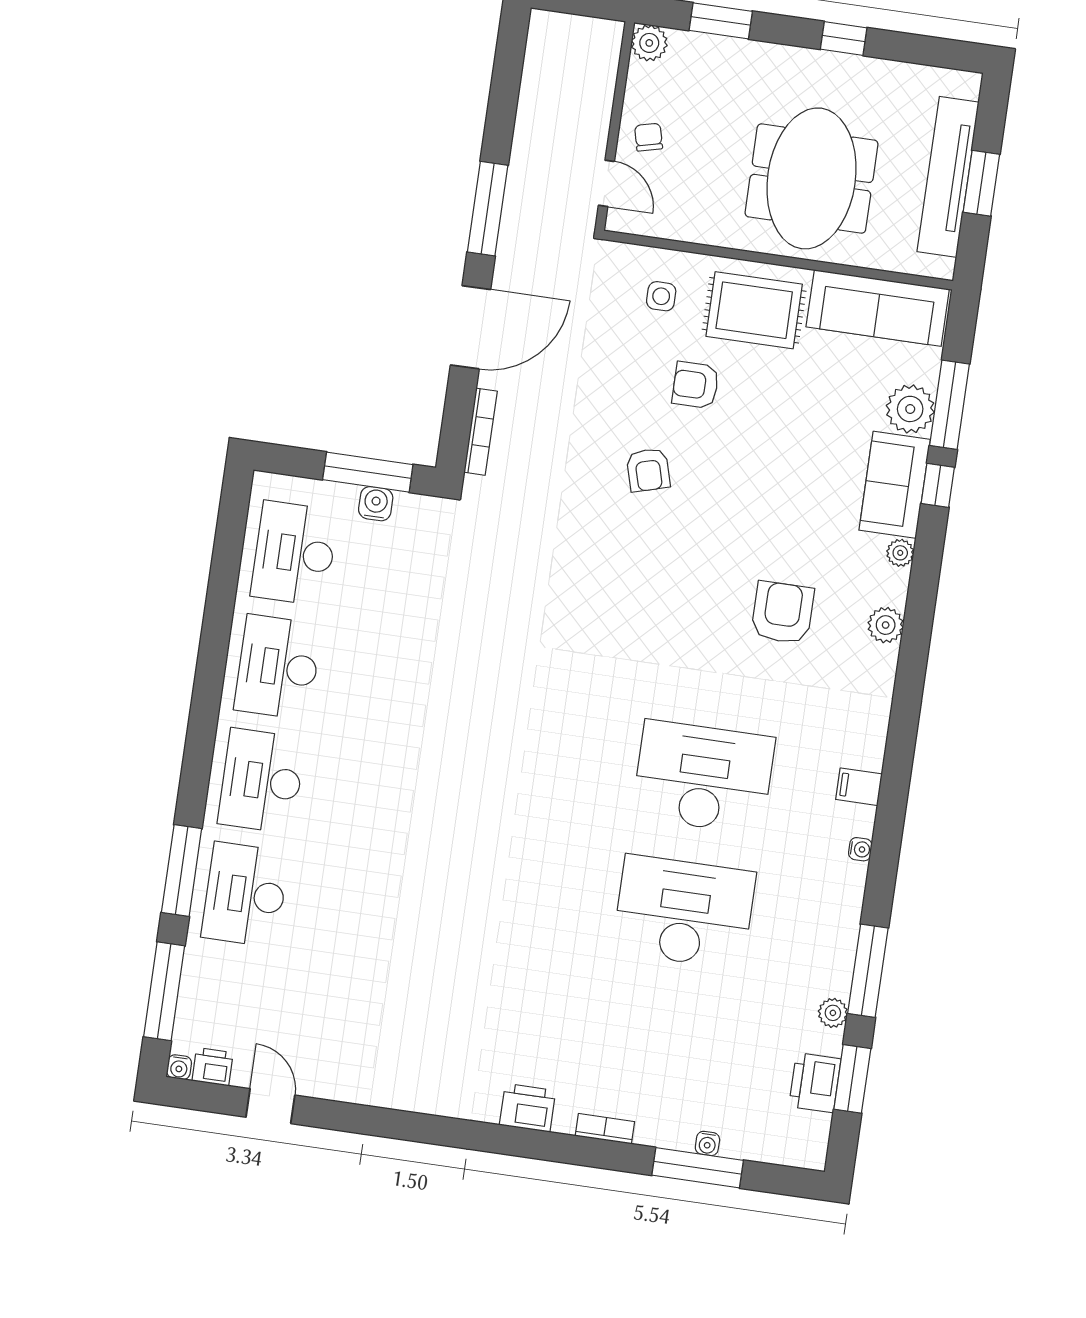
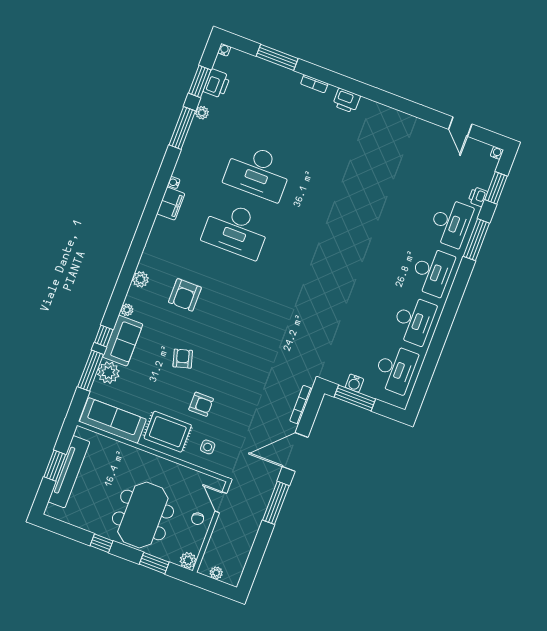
plant: (583, 29) -> (216, 573), added
meeting table: (811, 178) -> (143, 515), moved
armchair: (648, 470) -> (183, 359), moved
filing cabinet: (859, 787) -> (171, 204), width x2.00
window: (164, 991) -> (496, 188), width x0.69
printer: (213, 1067) -> (478, 197), moved, turned 90
water cooler: (707, 1143) -> (224, 50), moved

